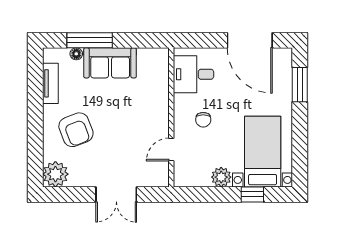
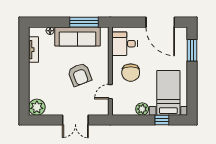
window: (90, 40) -> (84, 22), moved
sofa: (110, 63) -> (77, 36), width x1.36
chair: (203, 120) -> (131, 73), width x1.87, depth x1.87
armchair: (76, 130) -> (80, 75), moved

